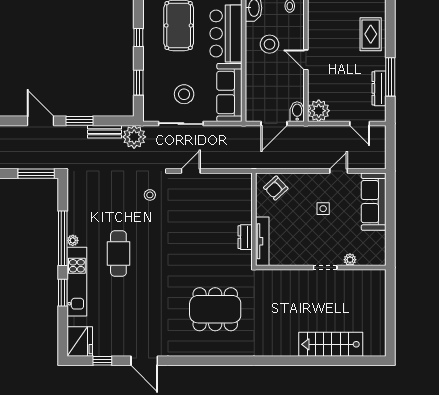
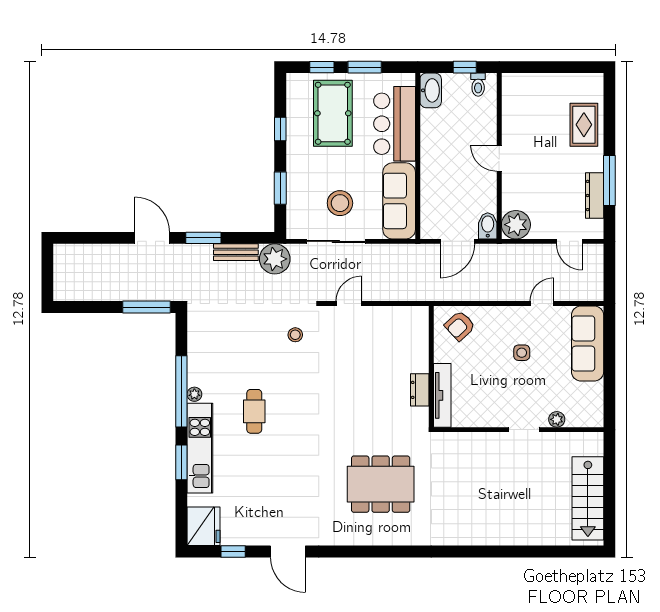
stool: (270, 44) -> (452, 138), removed
cafe table: (118, 254) -> (254, 411), width x0.73, depth x0.74
stairs: (331, 344) -> (588, 498), moved, turned -90

